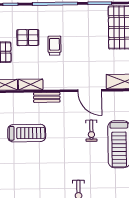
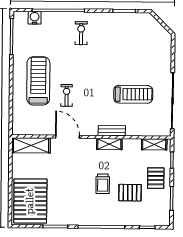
shelving: (31, 85) -> (109, 144), moved
treadmill: (27, 133) -> (133, 94), turned 180

